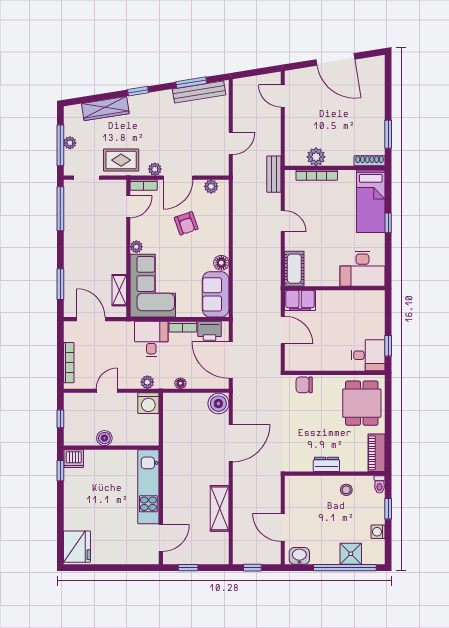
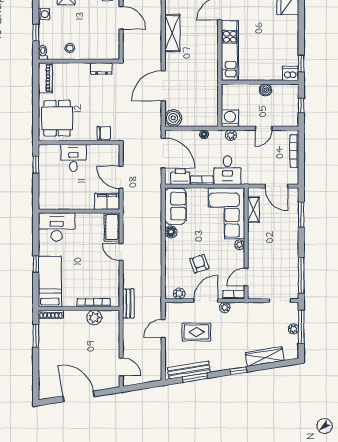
rug: (121, 160) -> (196, 332), moved
door: (283, 221) -> (121, 252), moved
desk: (368, 355) -> (73, 158), moved, turned 90
dresser: (326, 464) -> (101, 69), moved

